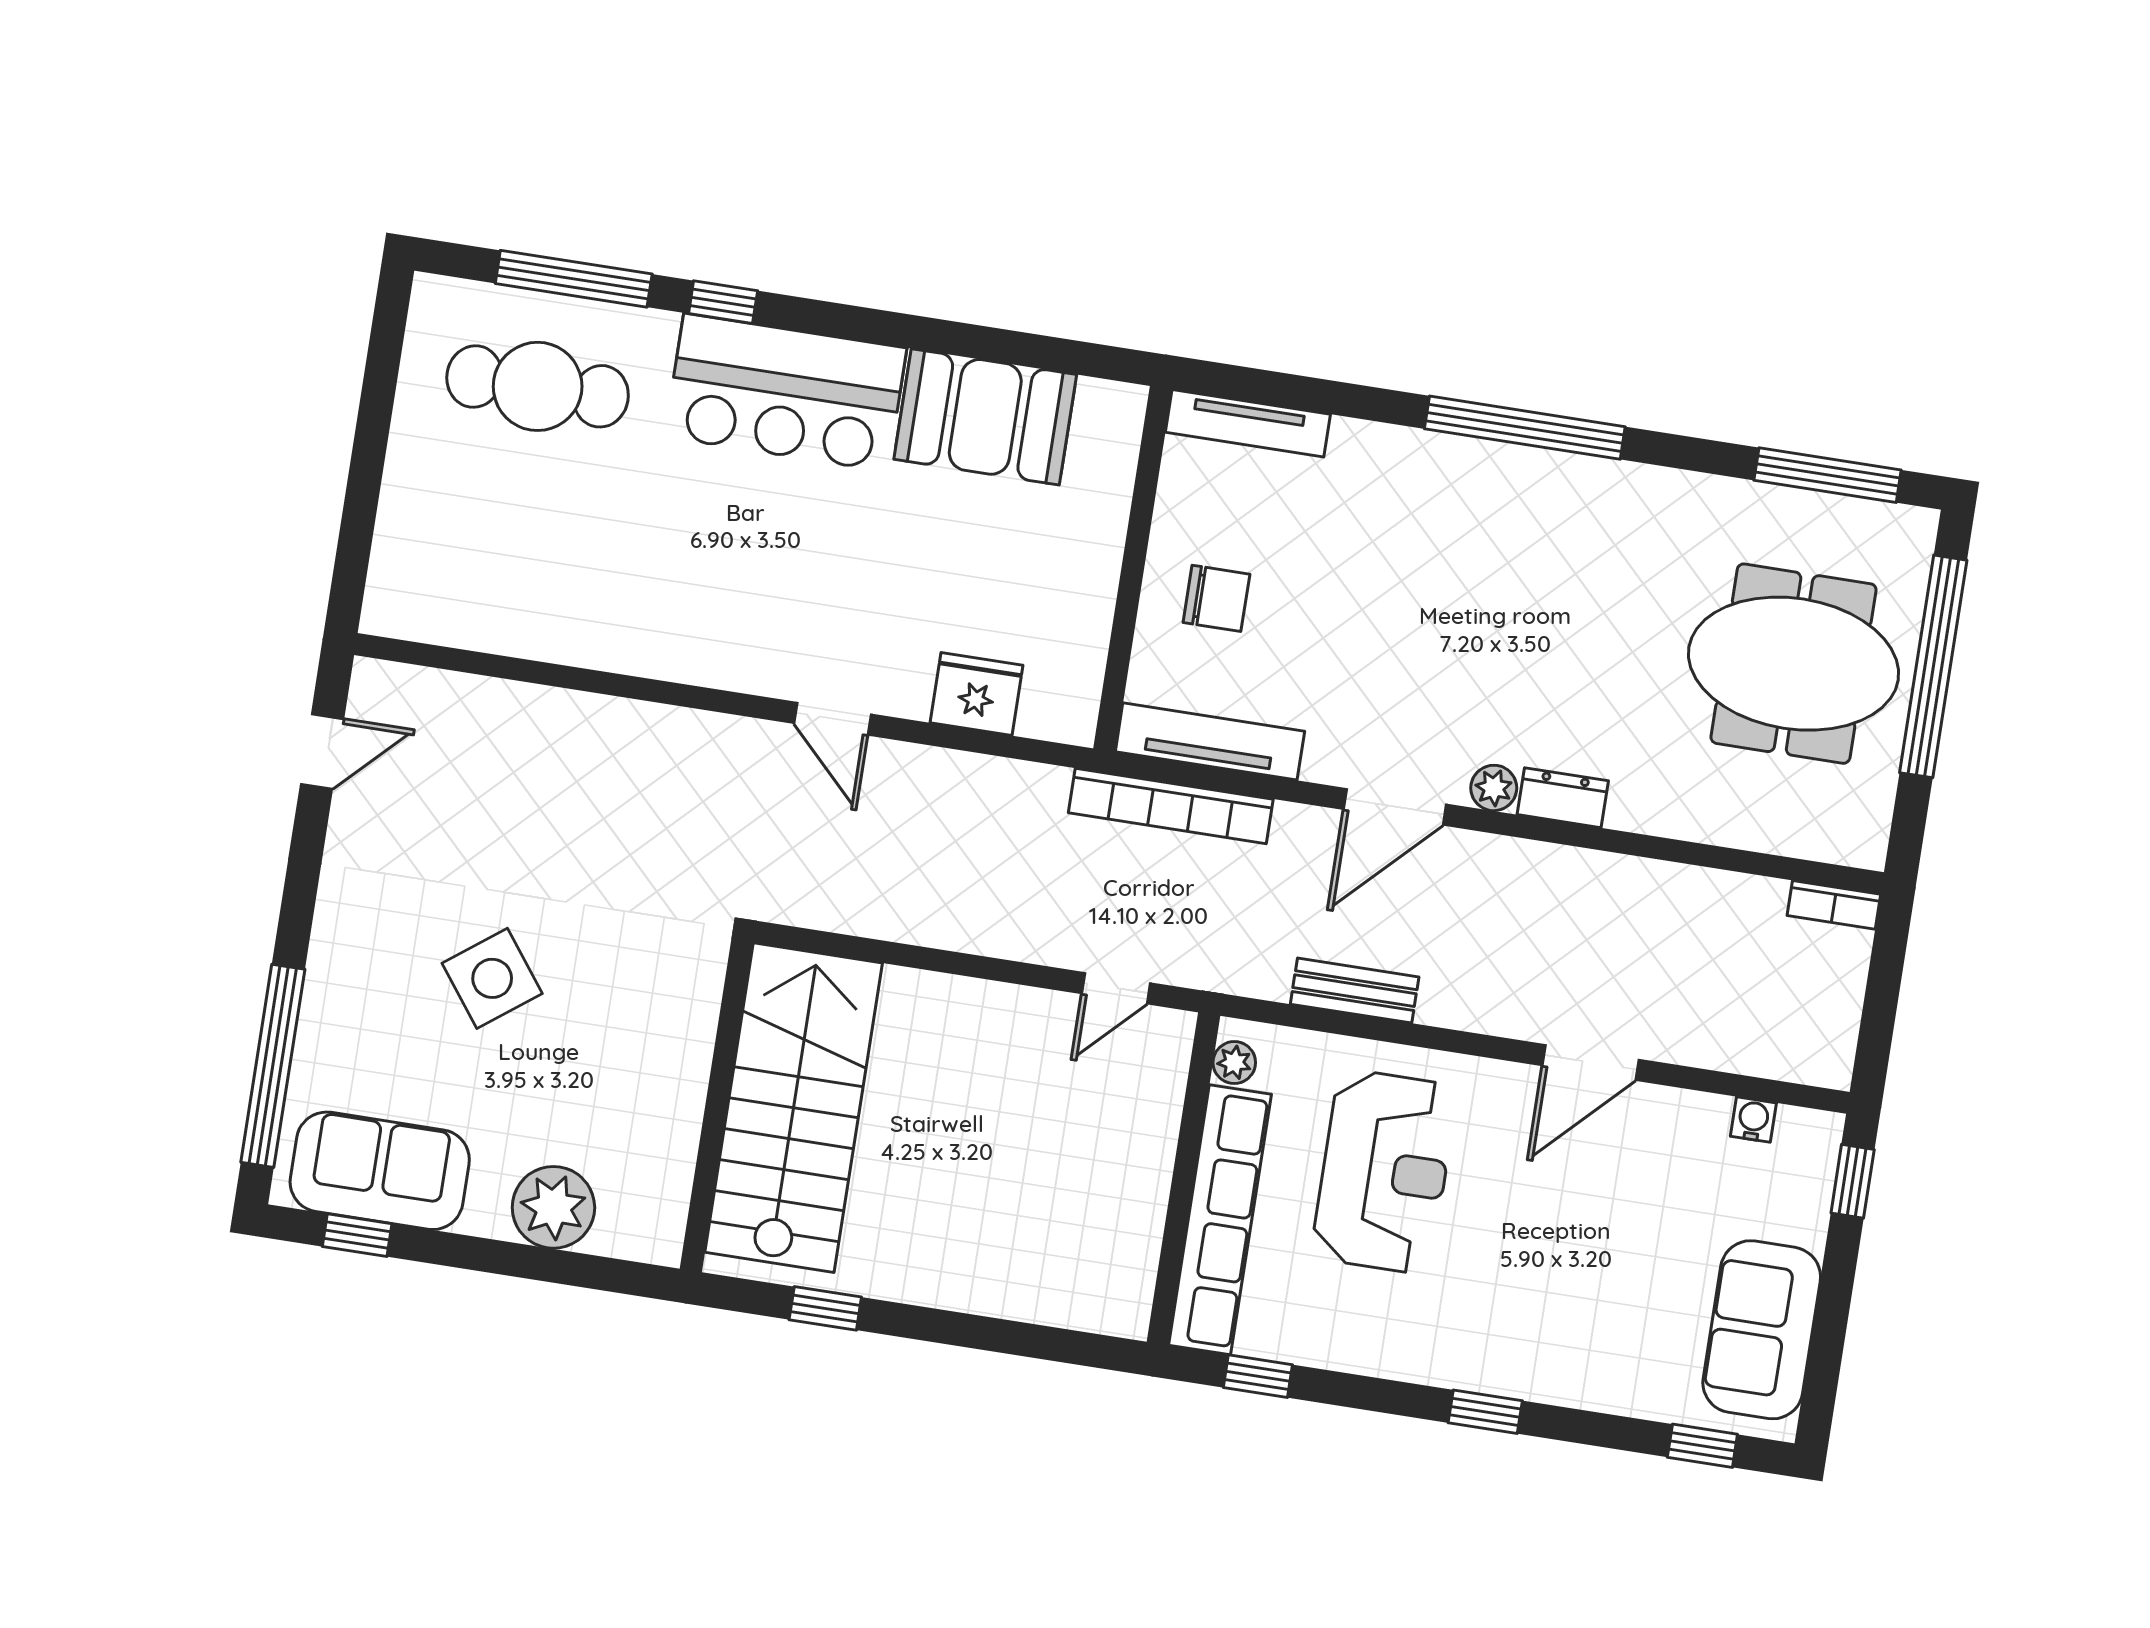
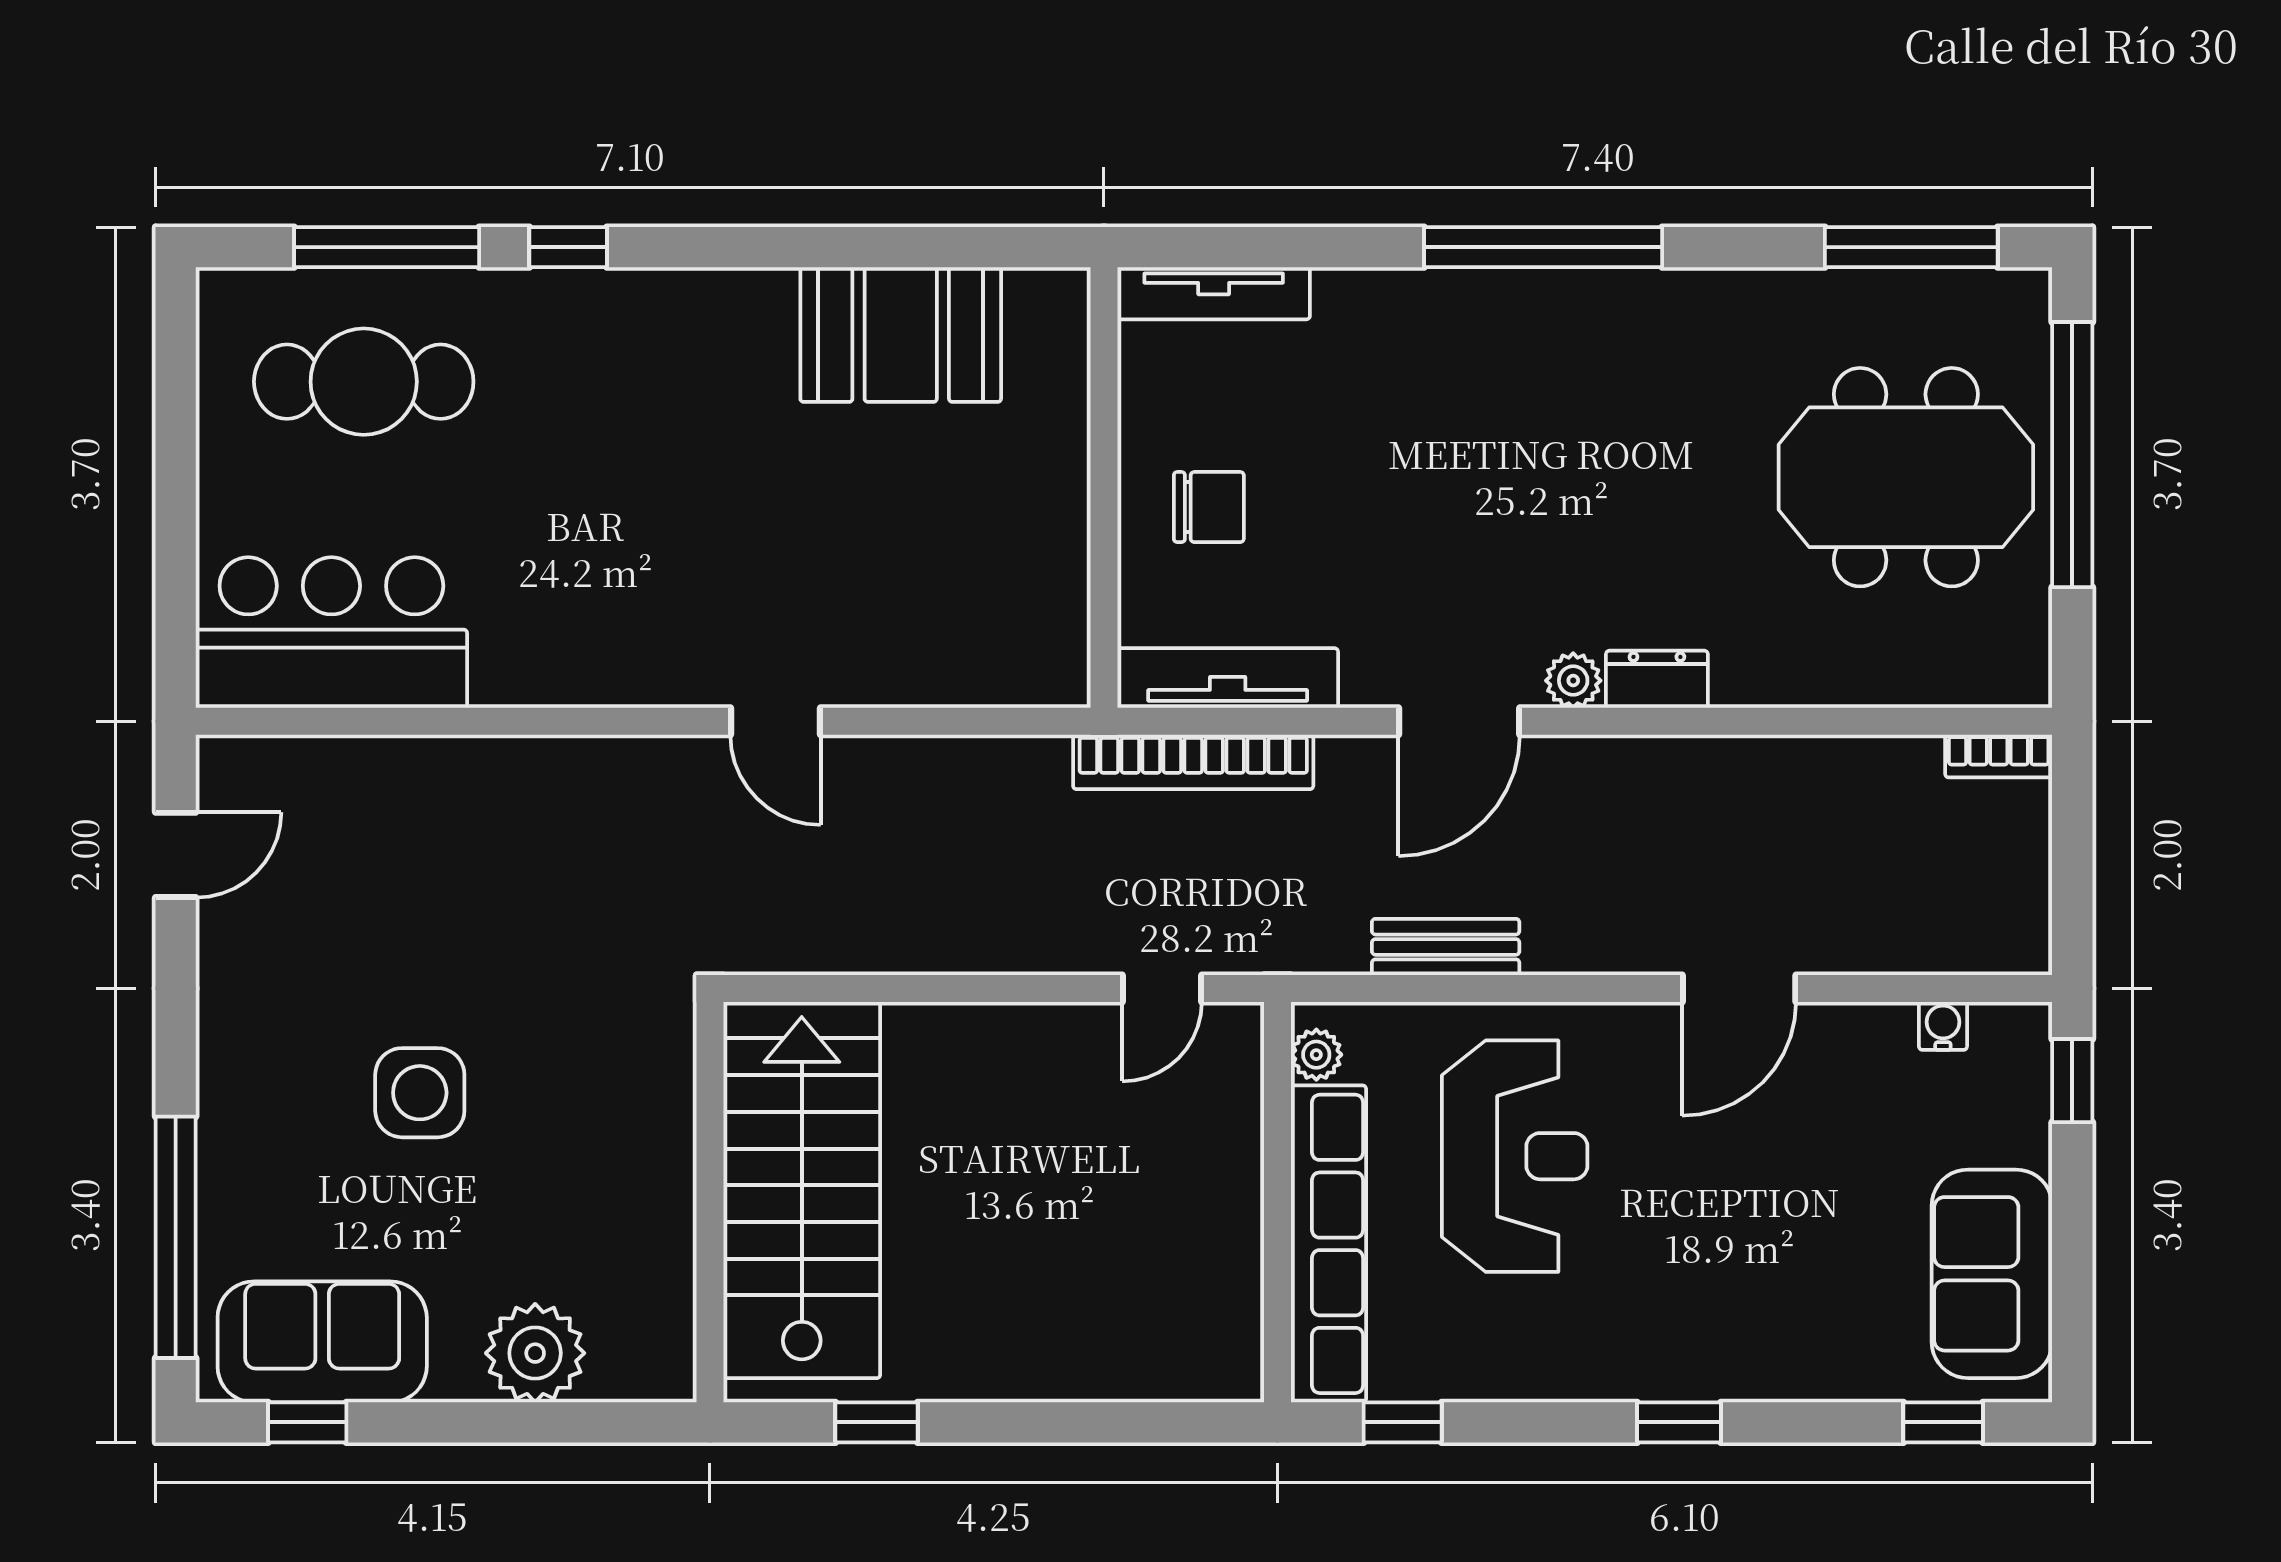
bar counter: (786, 392) -> (331, 633), moved, turned 180
fridge: (977, 694) -> (942, 665), removed
side table: (492, 978) -> (420, 1093), turned 37

